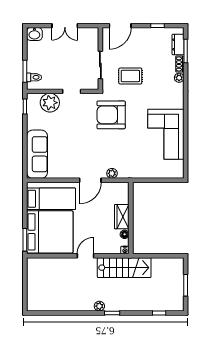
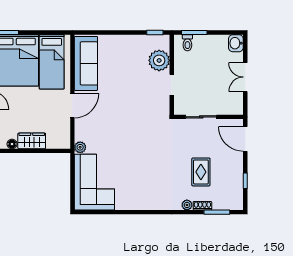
dresser: (178, 44) -> (224, 204), removed
rug: (130, 76) -> (201, 172), moved
armchair: (111, 115) -> (145, 129), removed
corner sofa: (166, 134) -> (94, 182), moved, turned 90
sofa: (37, 154) -> (86, 63), moved, turned -90
plant: (112, 173) -> (80, 147), moved
door: (90, 180) -> (72, 106), swing flipped

